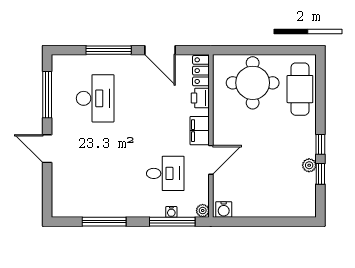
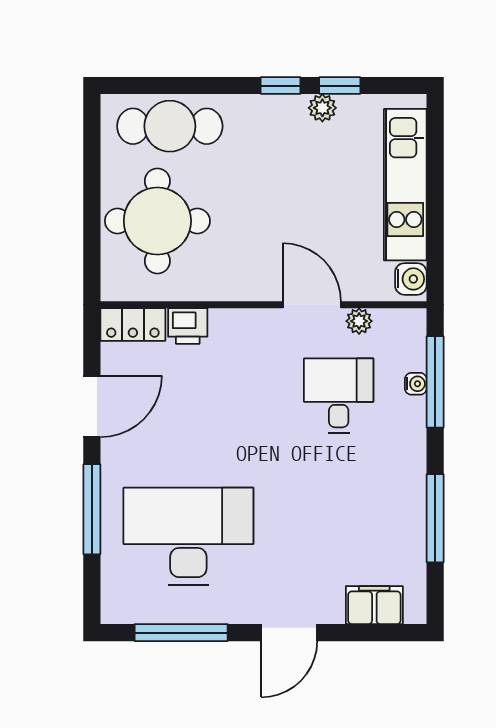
desk: (95, 98) -> (188, 536), width x1.36, depth x1.30
filing cabinet: (200, 131) -> (374, 605), moved, turned 180
kitchen unit: (271, 207) -> (405, 185), added
plant: (203, 211) -> (359, 321), moved

